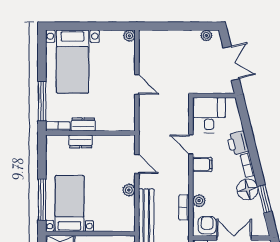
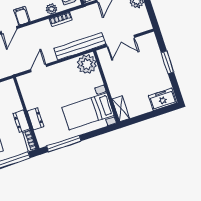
plant: (129, 190) -> (87, 64), moved, width x1.88, depth x1.88
window: (42, 200) -> (64, 144), moved

